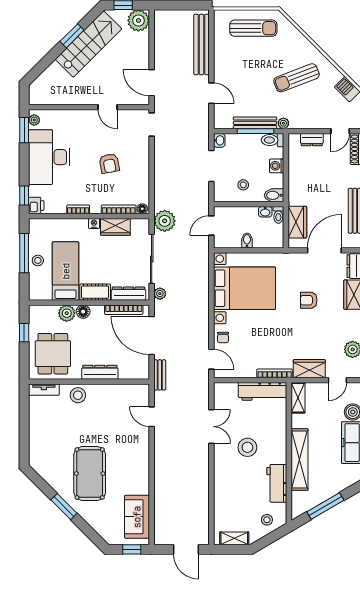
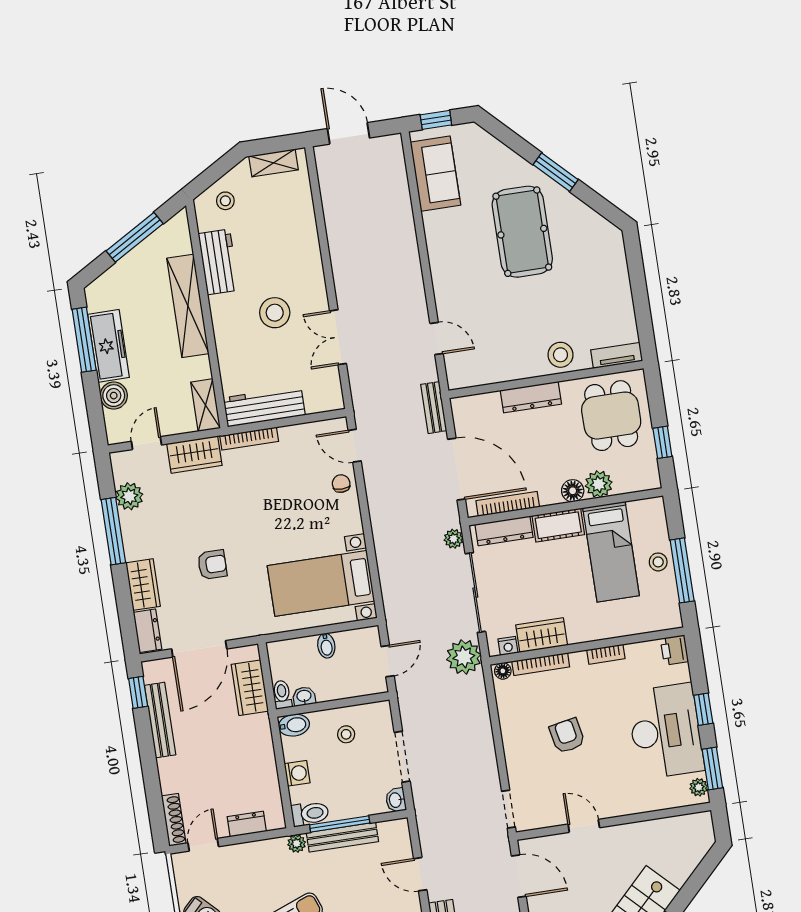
window: (24, 195) -> (703, 709), moved
nightstand: (94, 223) -> (508, 646), moved
bed with nightstands: (244, 288) -> (321, 583), width x0.73

